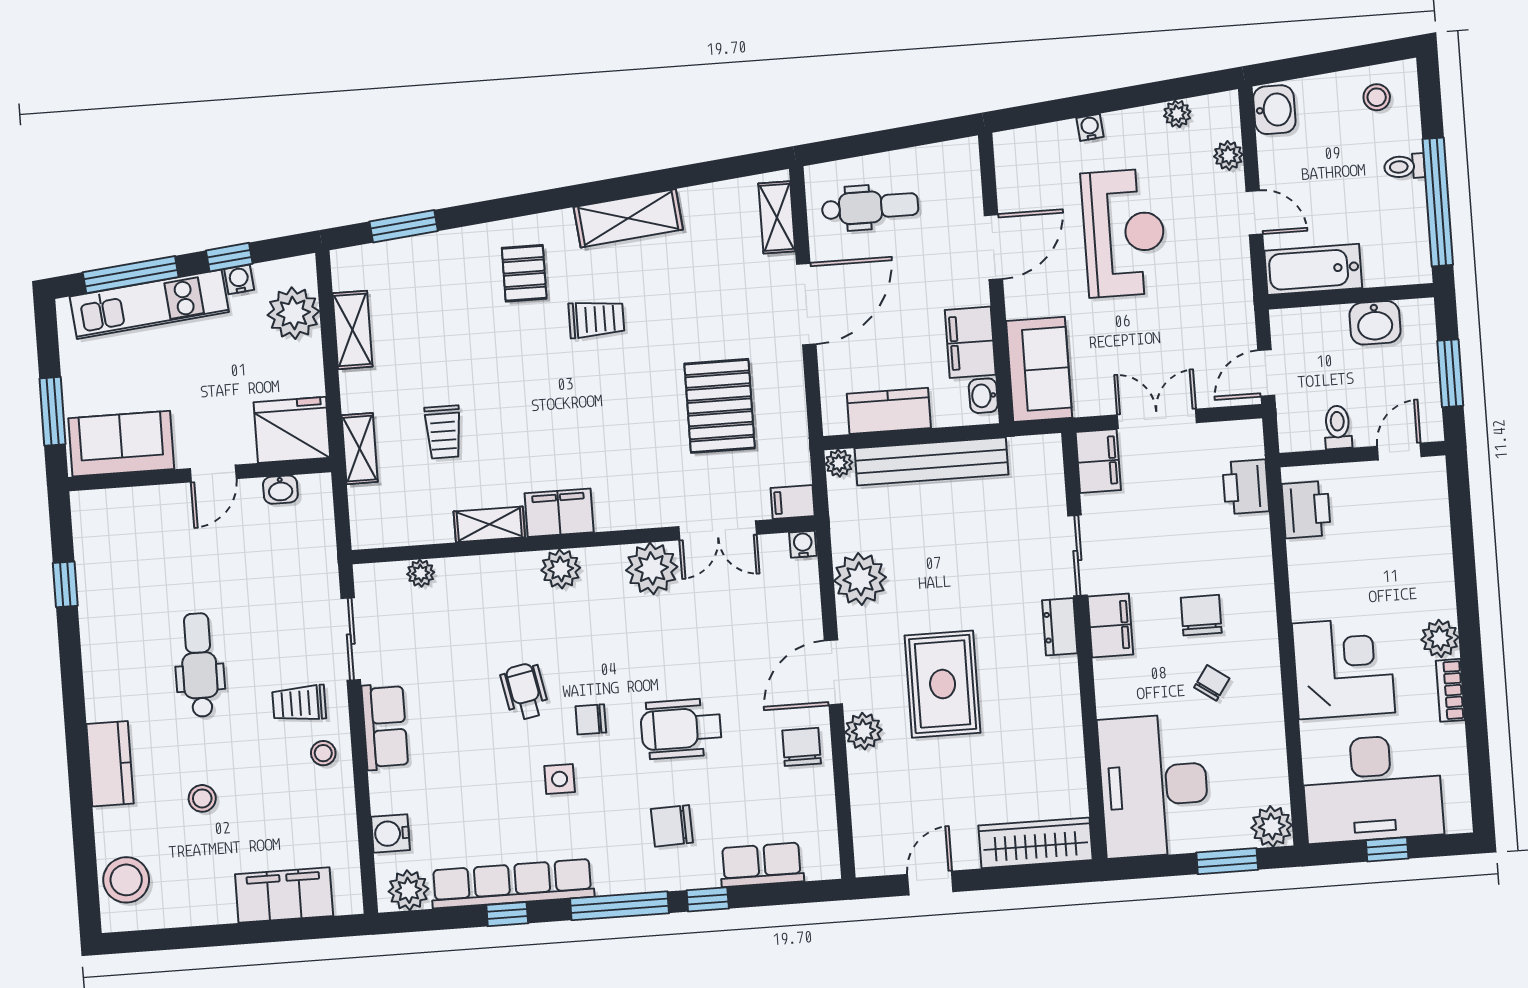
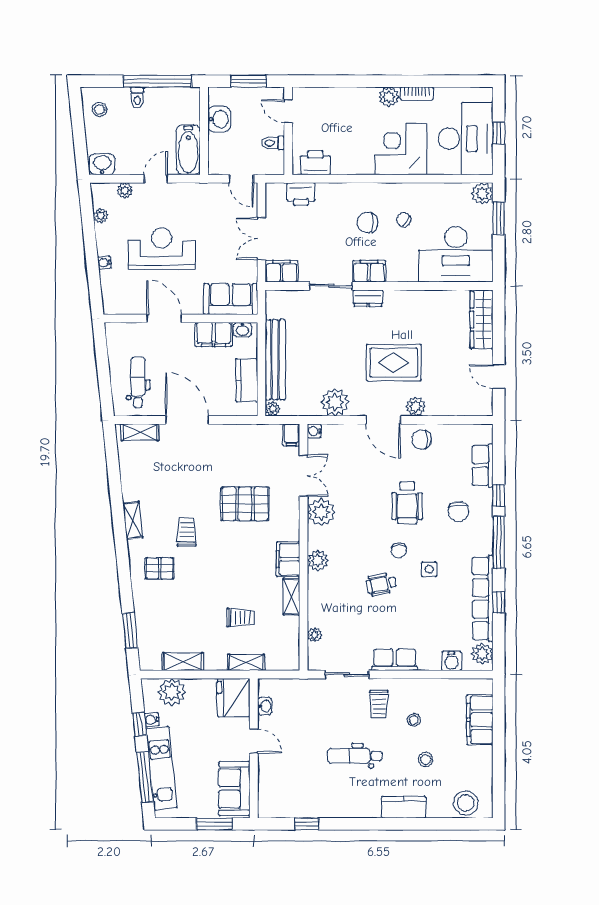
shelving: (628, 218) -> (133, 520), width x0.67, depth x0.75
pallet: (720, 406) -> (245, 504), moved
stool: (323, 753) -> (414, 720), moved

